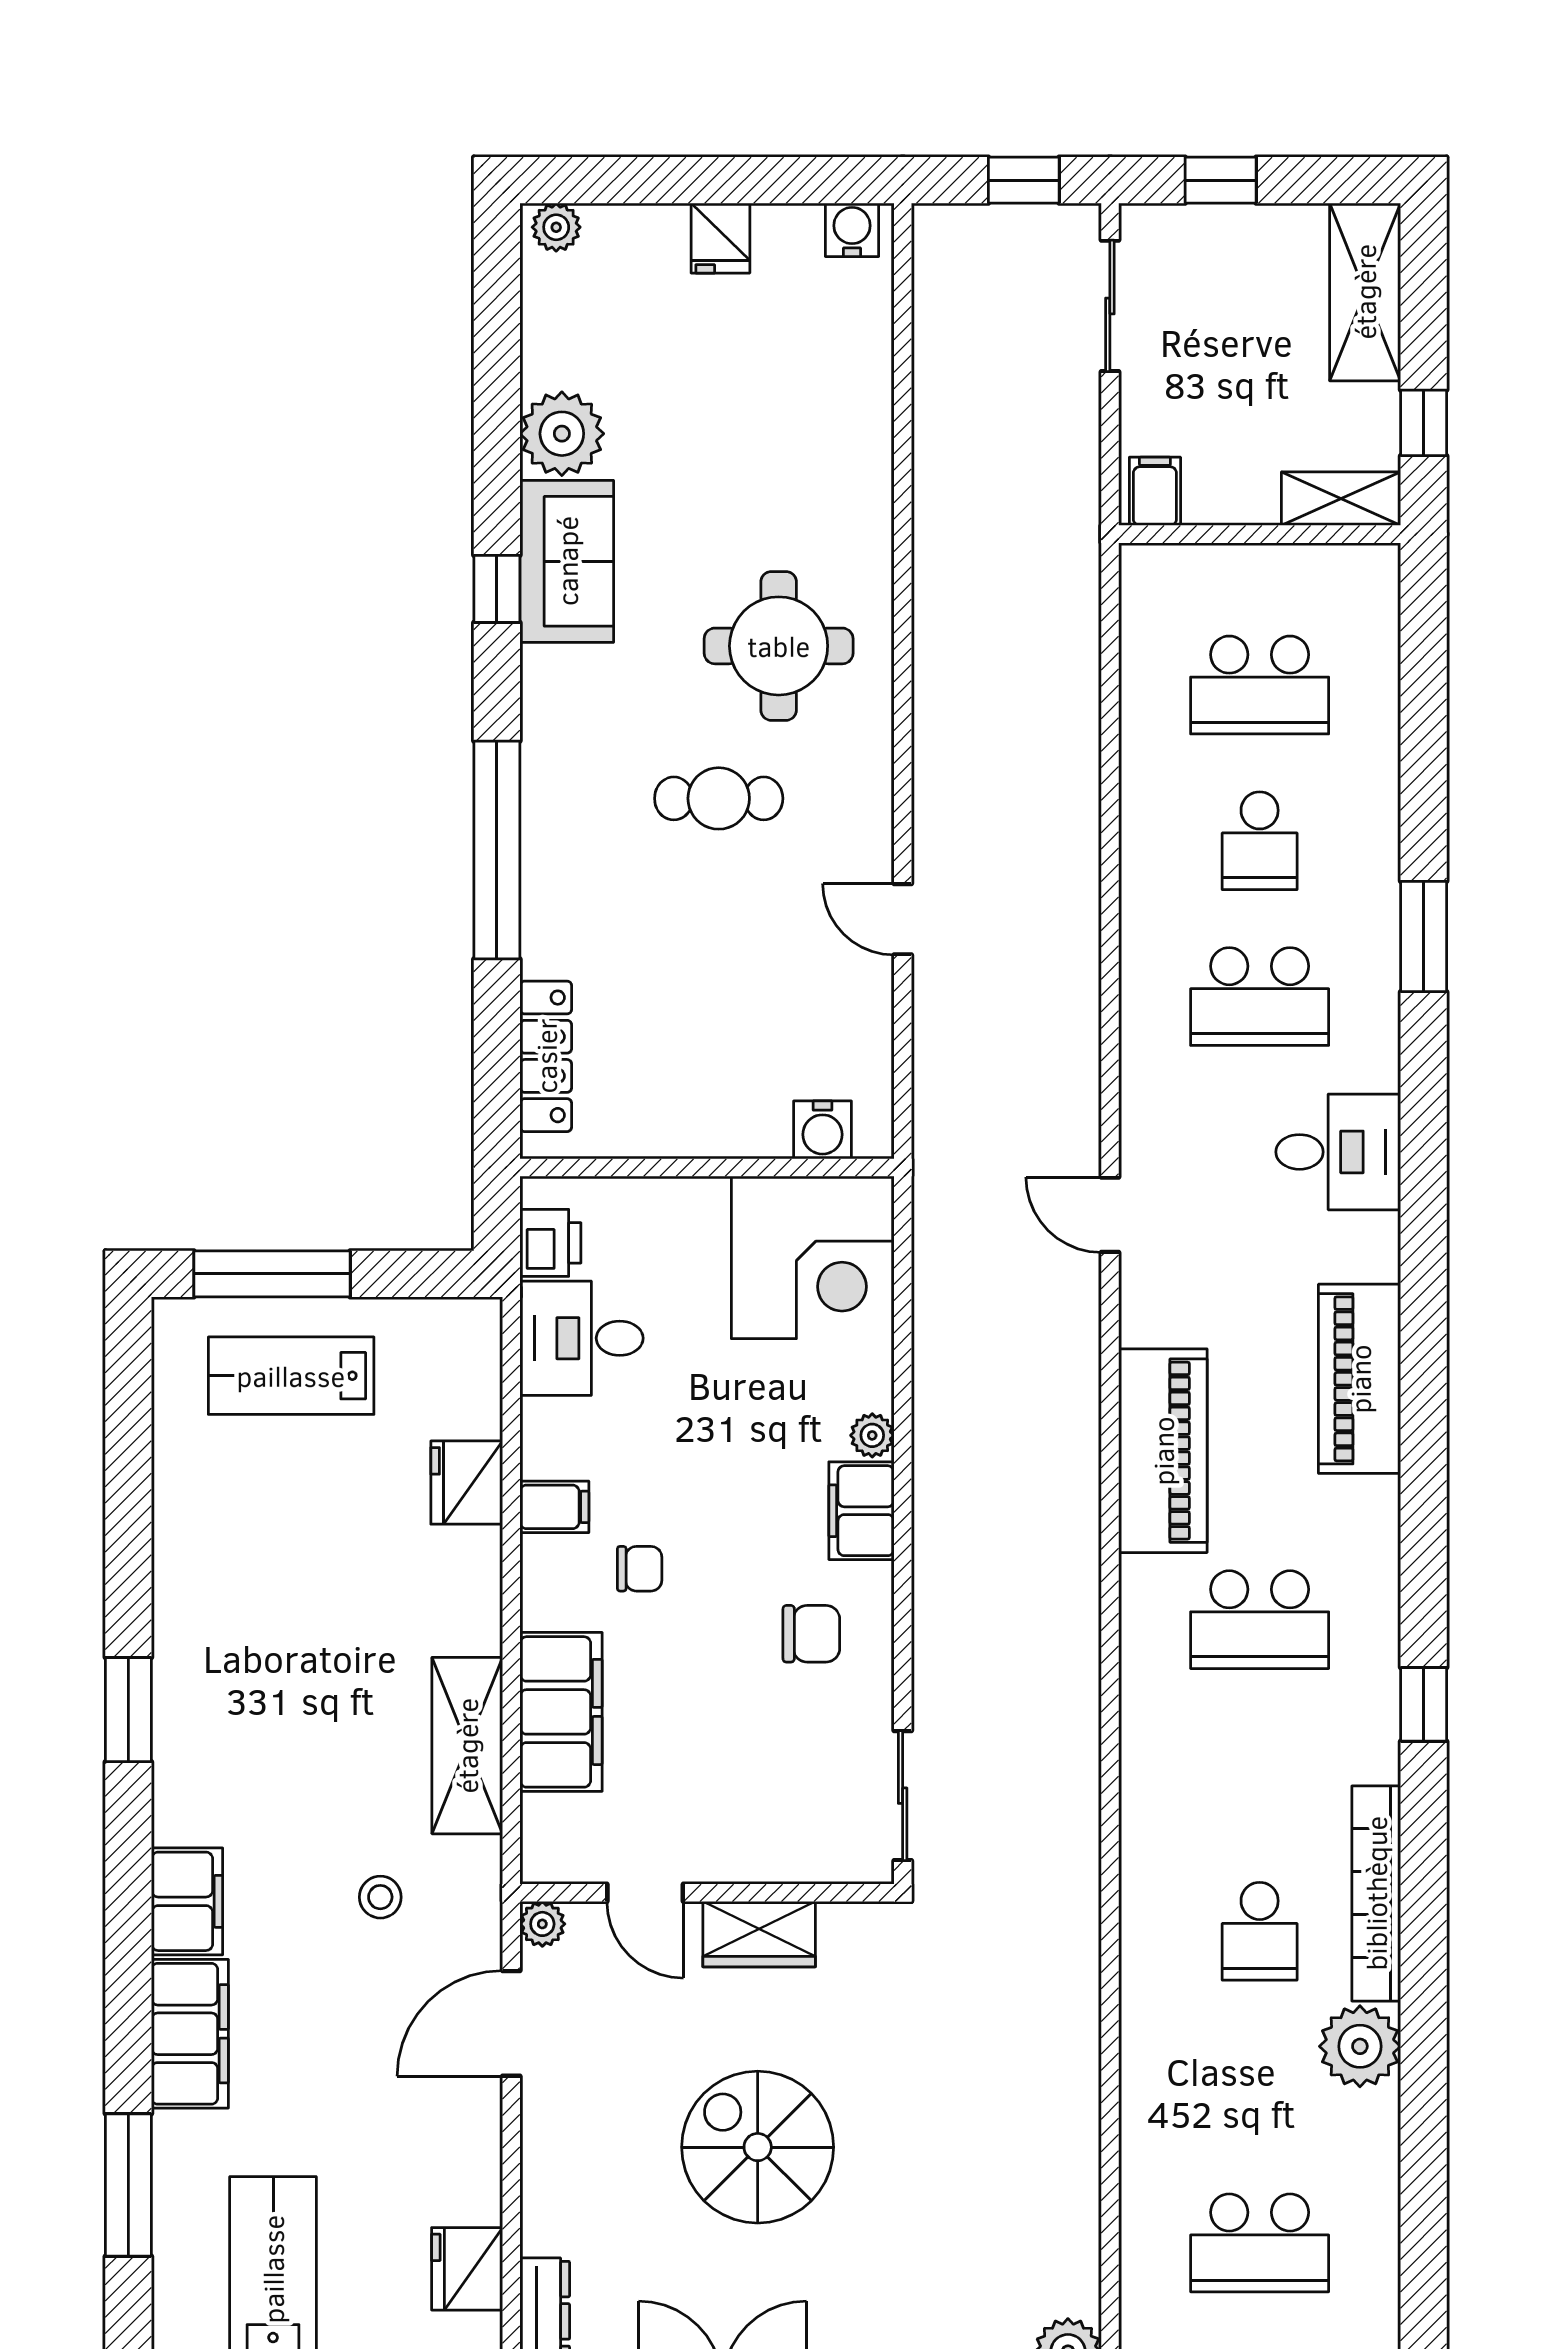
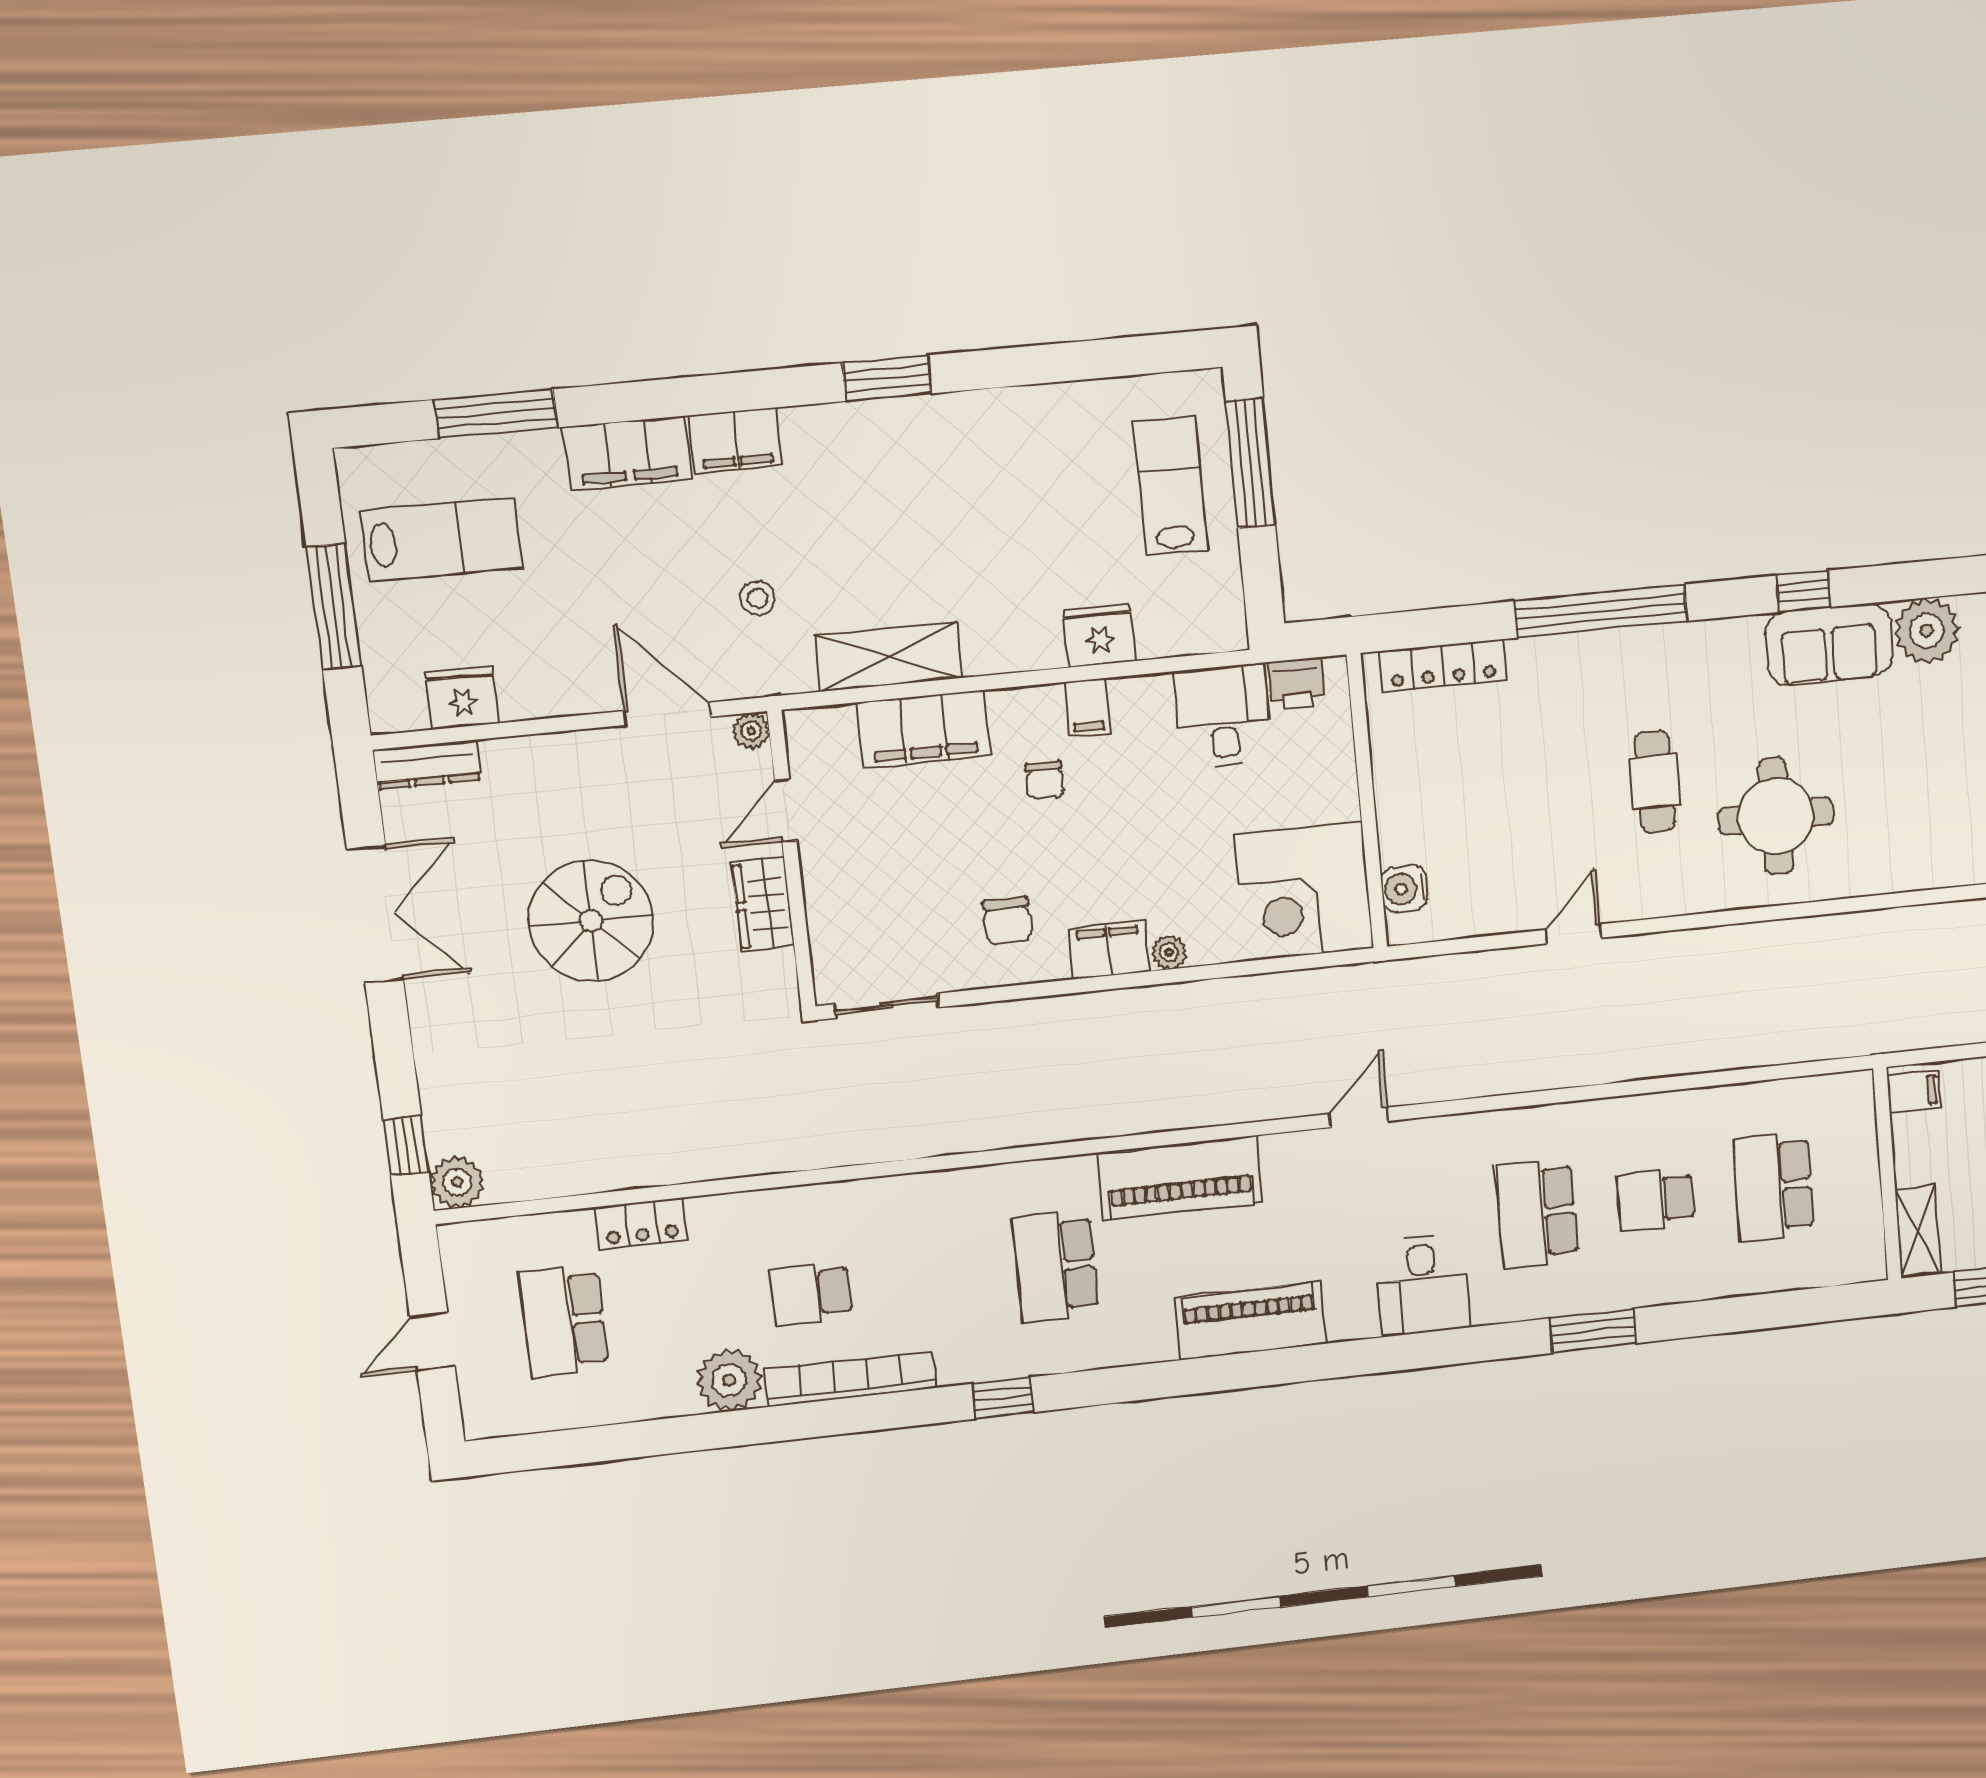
locker: (1146, 2132) -> (641, 1224), added

